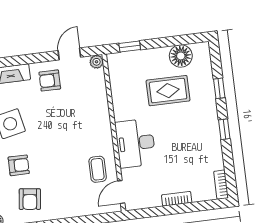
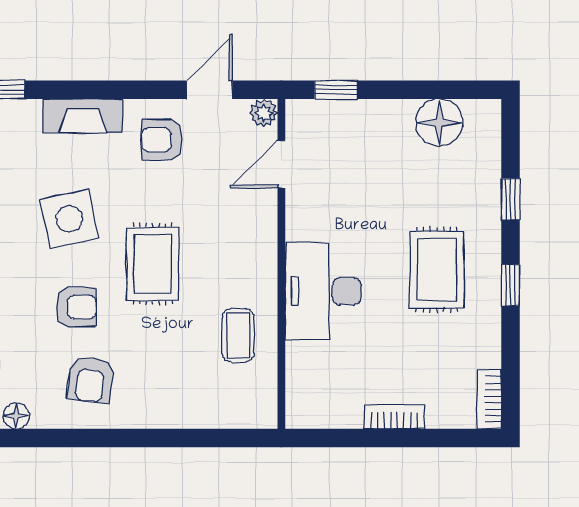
rug: (168, 91) -> (437, 270), moved, turned 90
rug: (53, 140) -> (153, 264), added
door: (121, 192) -> (281, 164), moved

